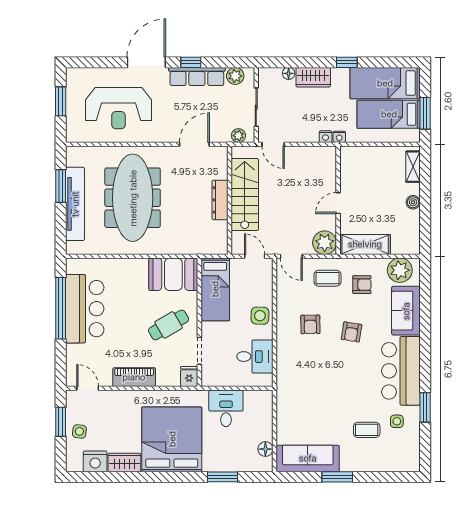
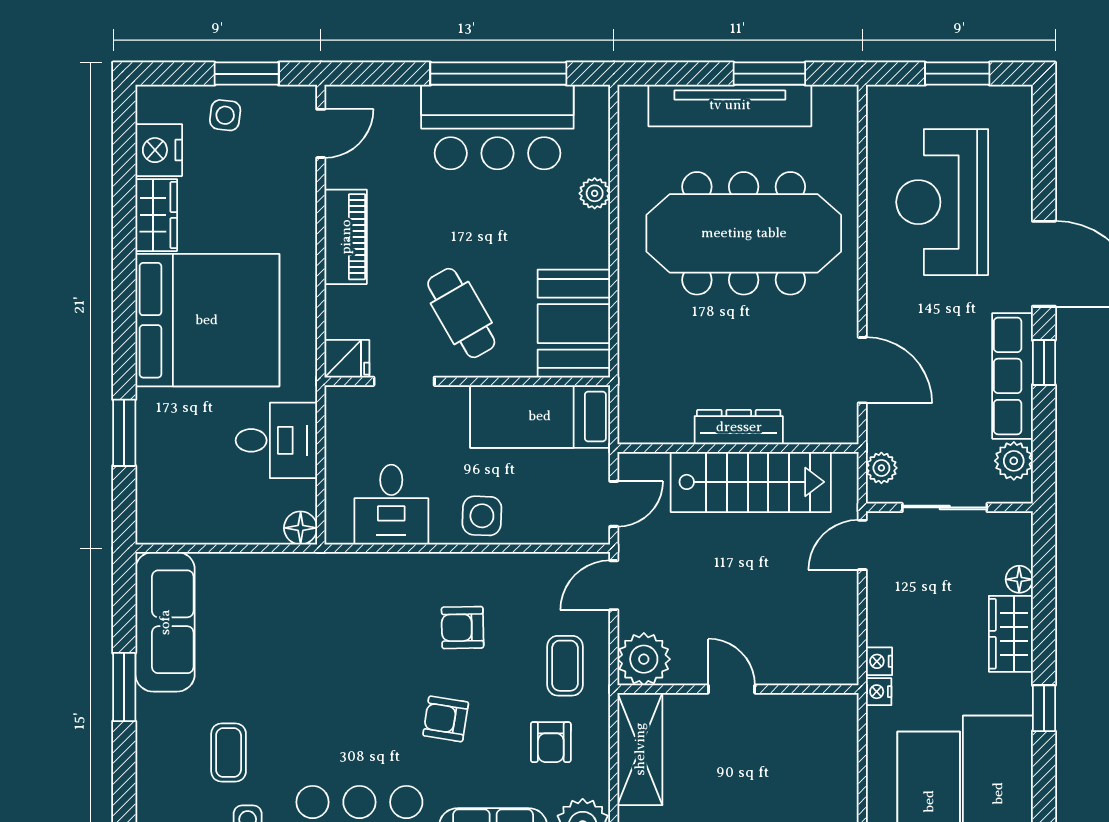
plant: (115, 265) -> (595, 193), added
floor lamp: (265, 449) -> (301, 528), moved

